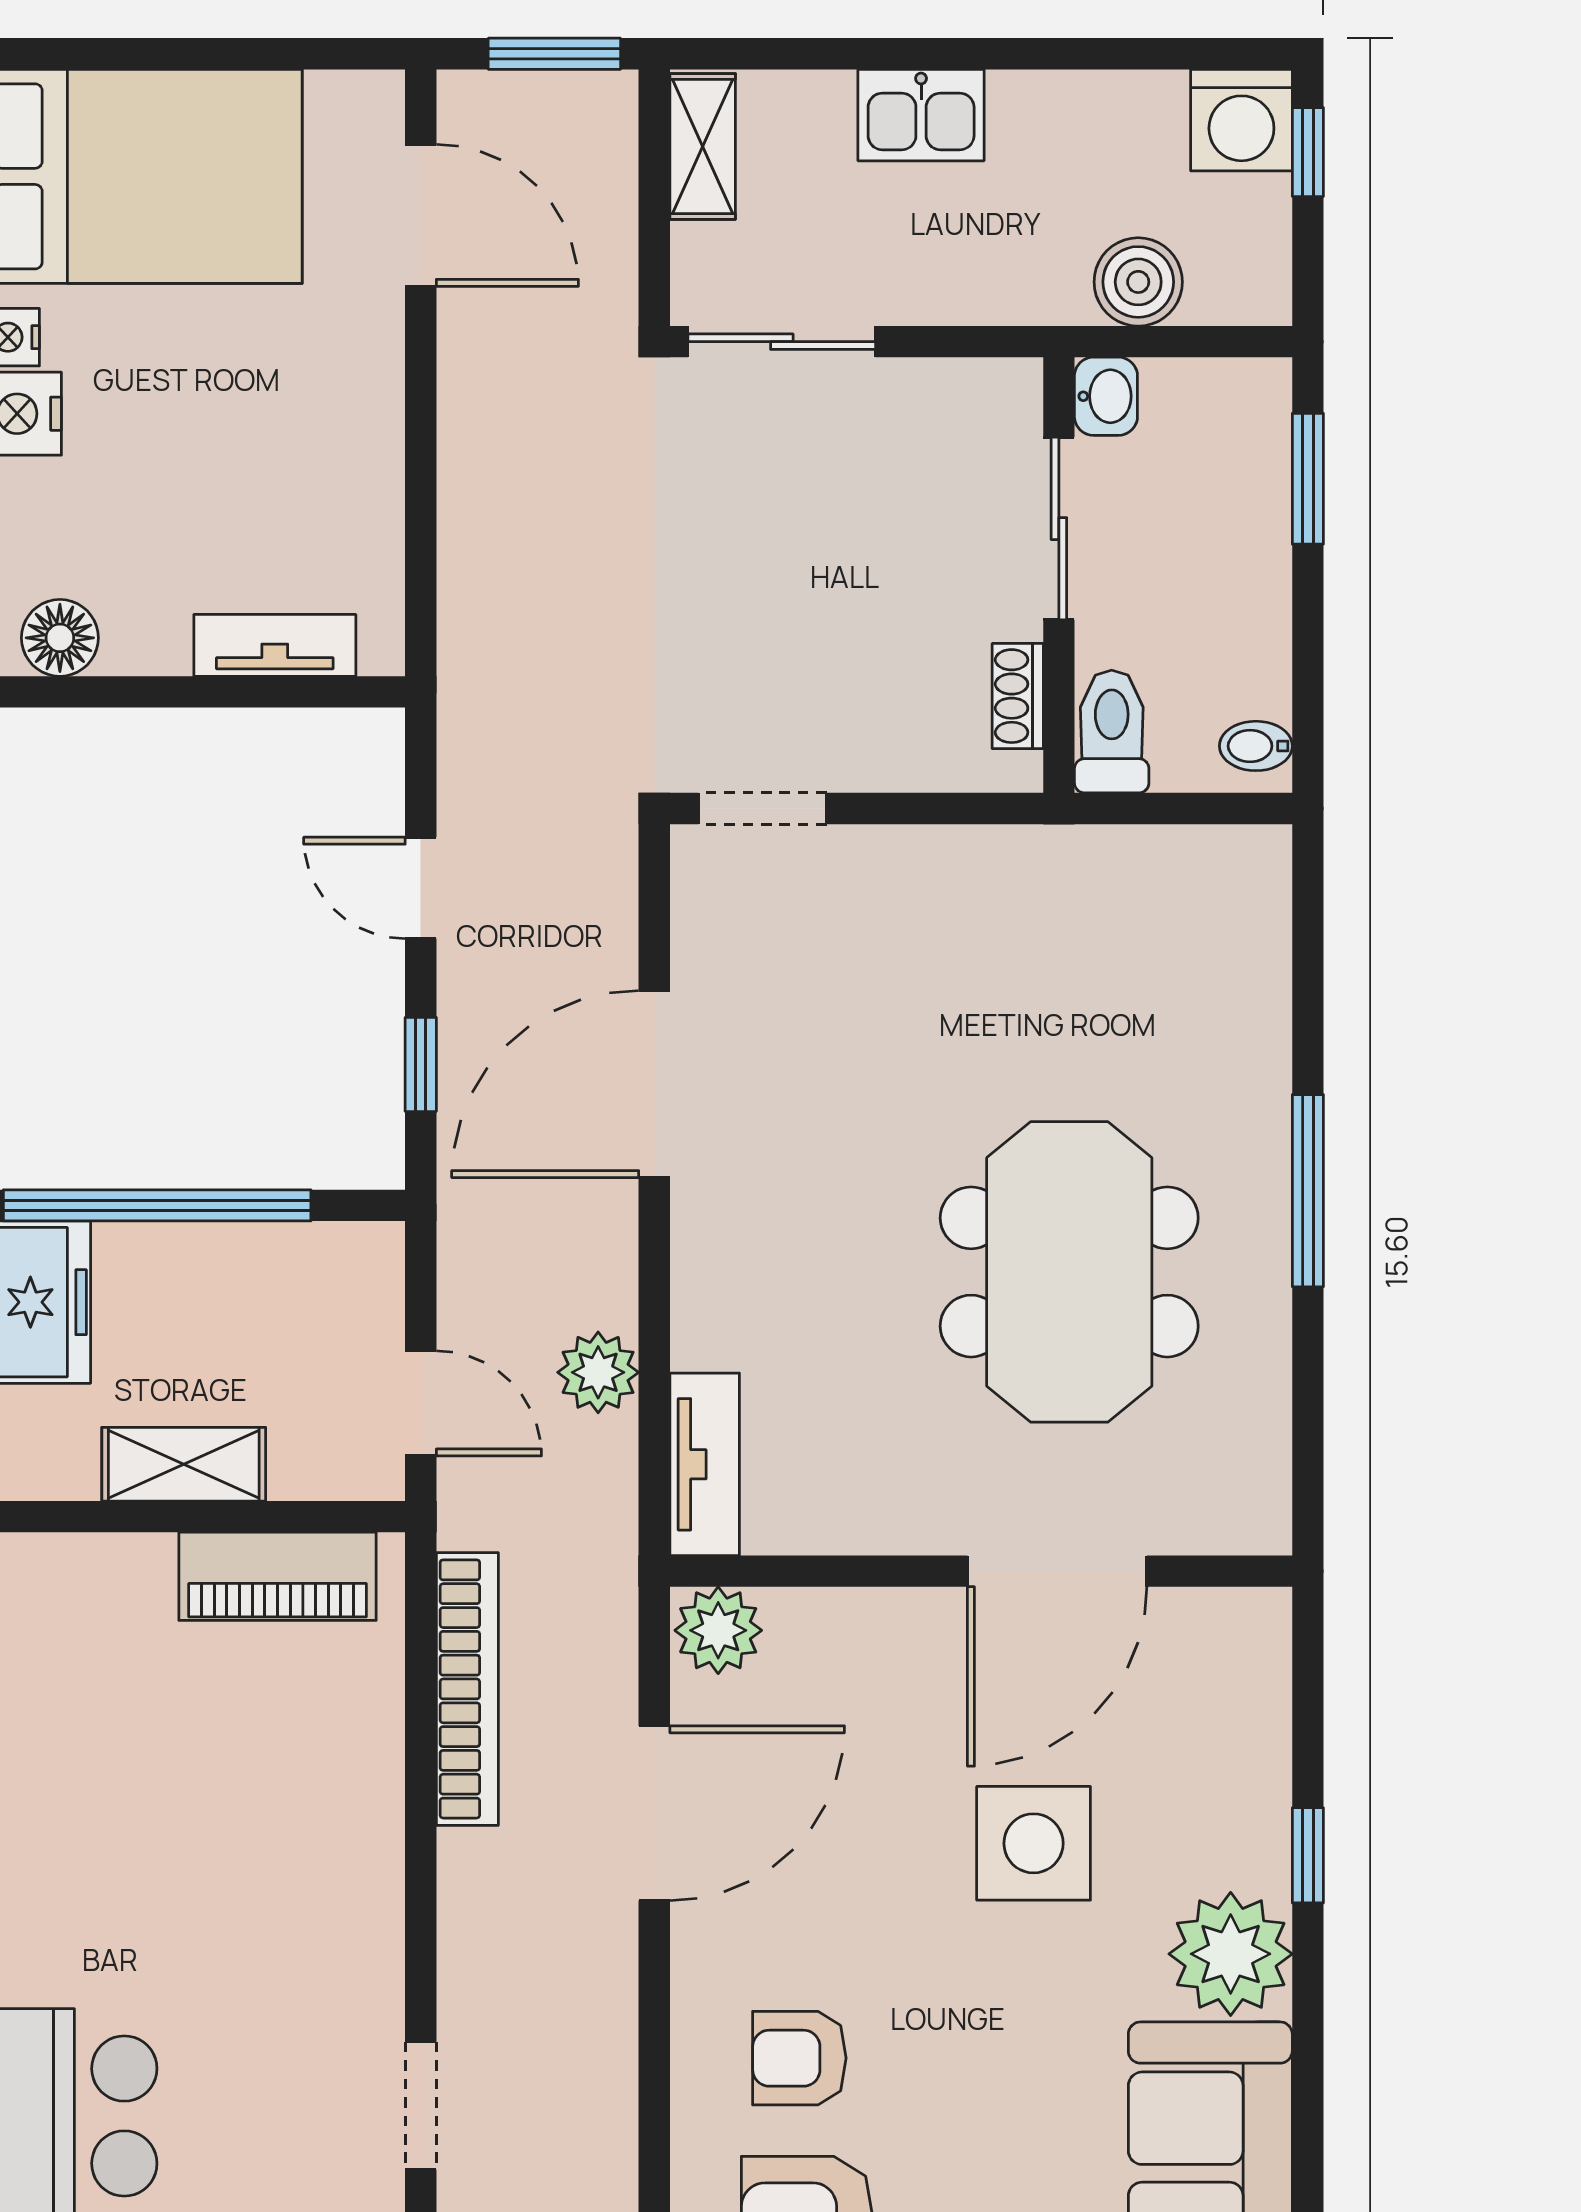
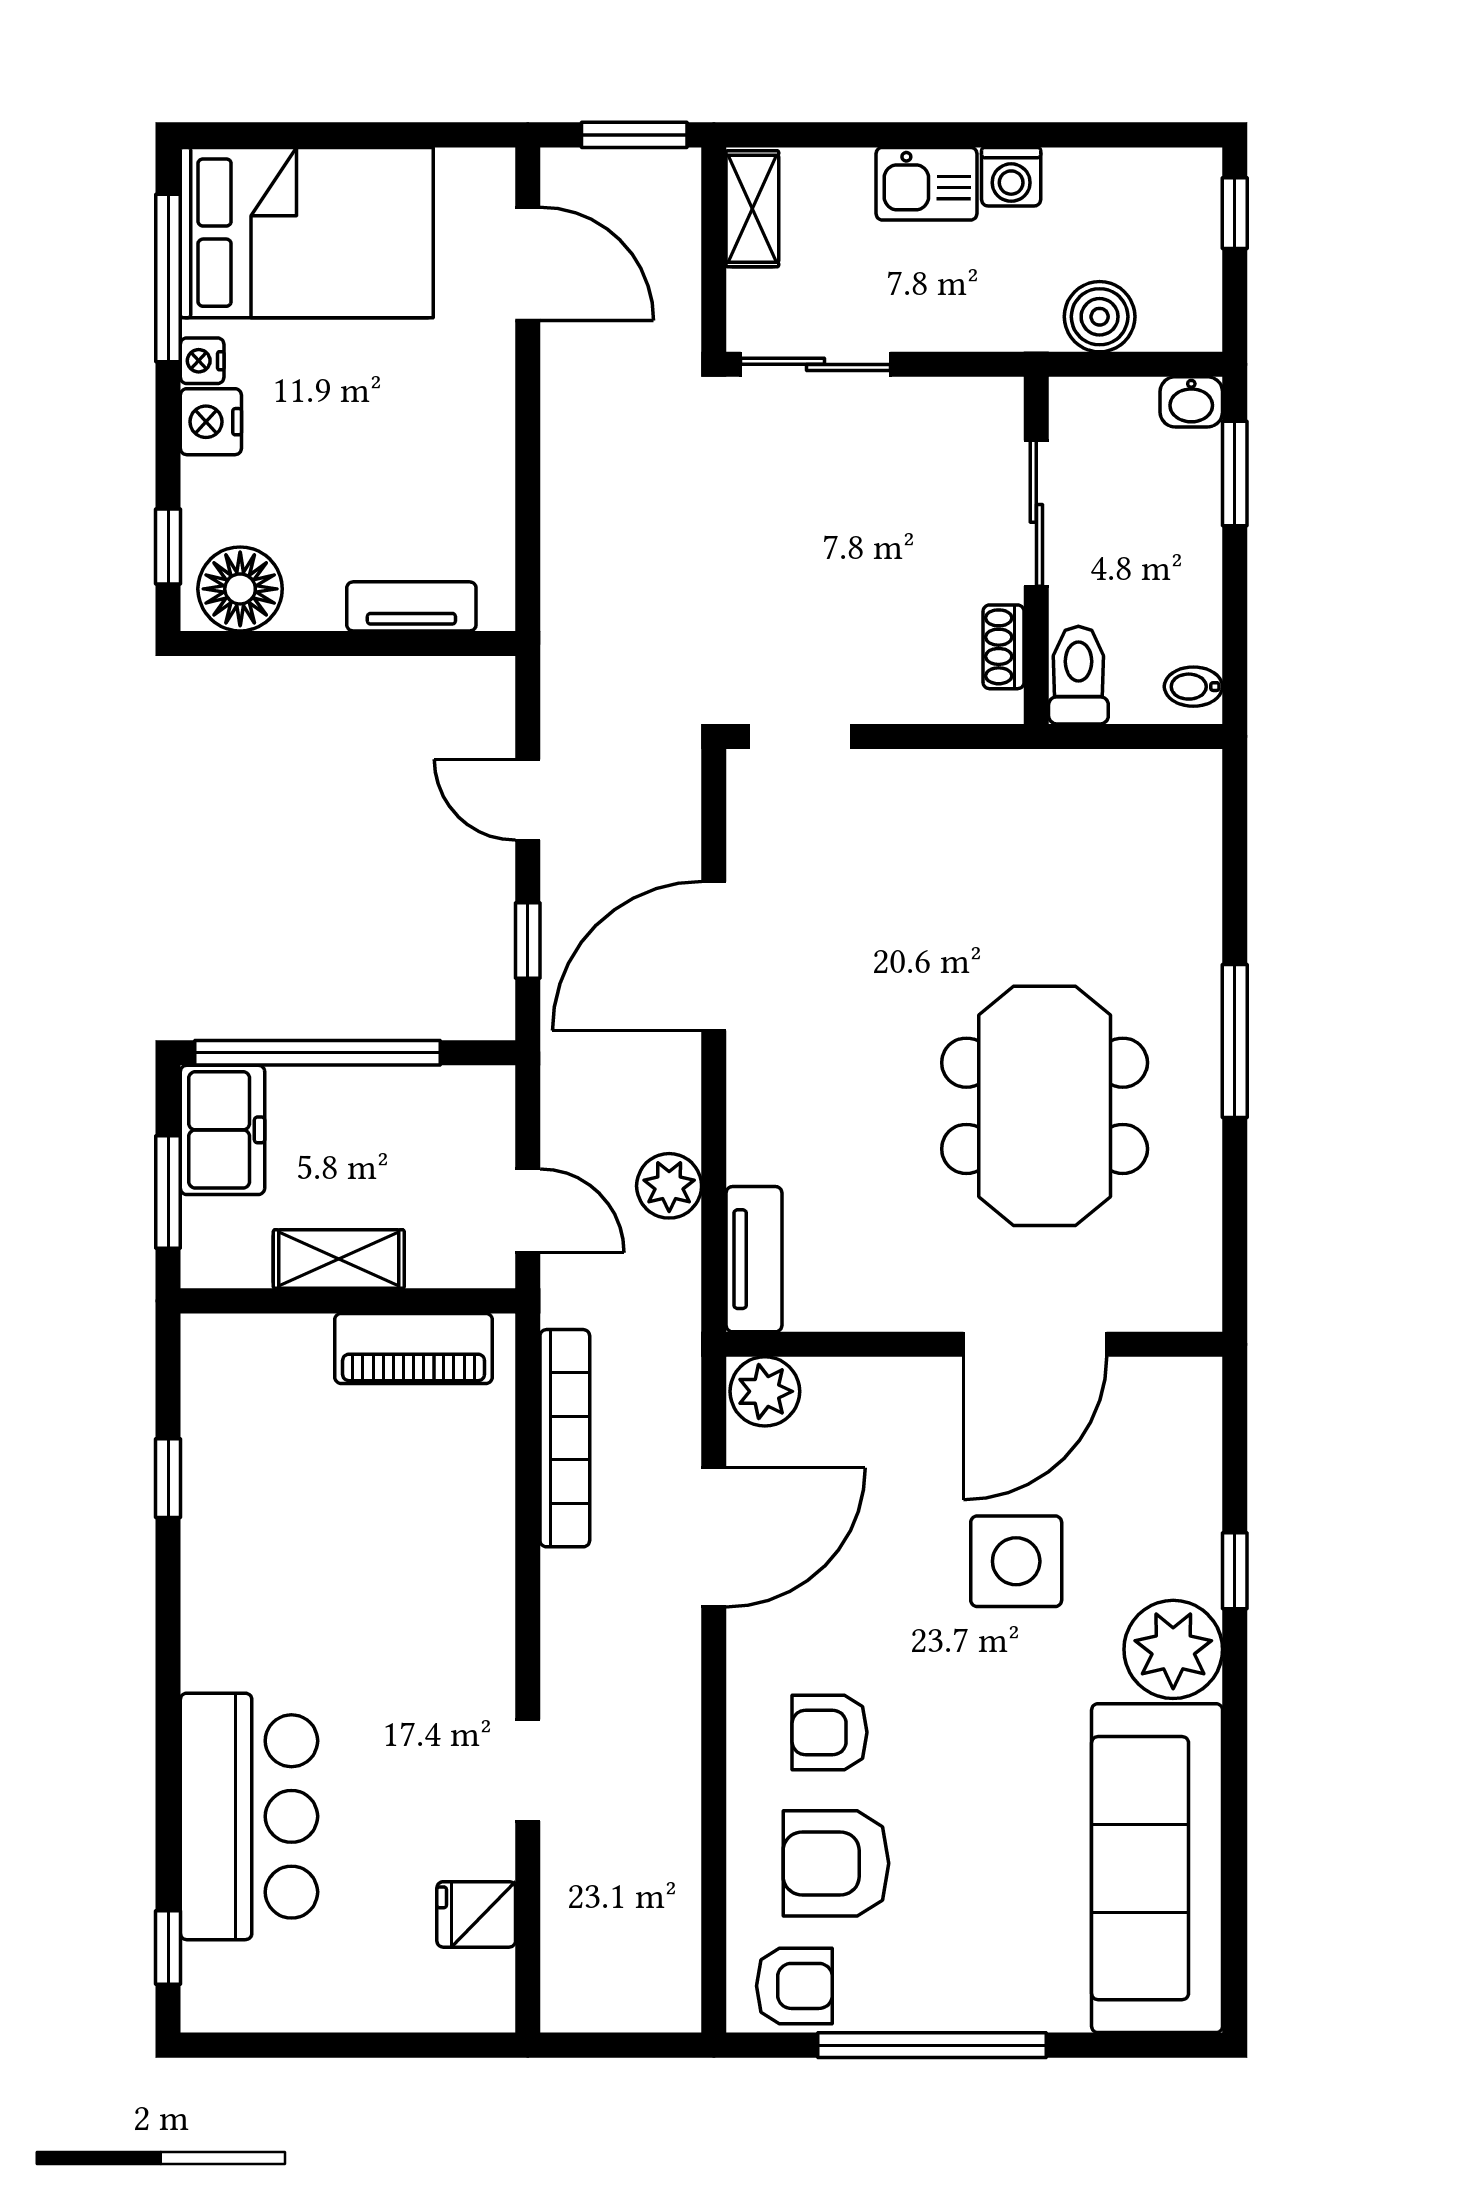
washing machine: (1241, 120) -> (1011, 177), moved, width x0.73, depth x0.73
washbasin: (1106, 396) -> (1191, 402), moved, turned 90
floor lamp: (60, 638) -> (240, 589), width x1.38, depth x1.38

